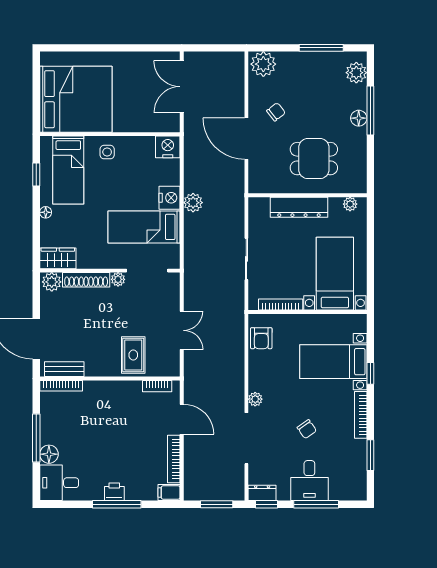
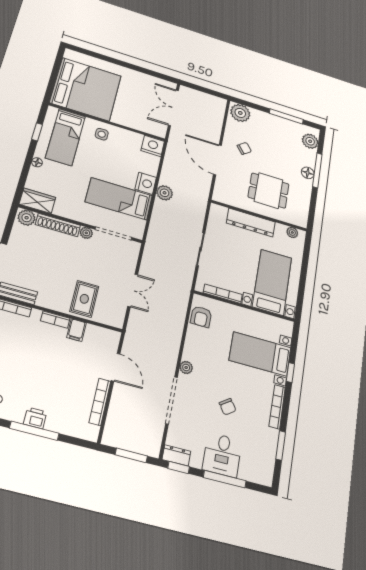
bookcase: (157, 386) -> (55, 320), moved
filing cabinet: (169, 493) -> (76, 330), moved, turned -90

